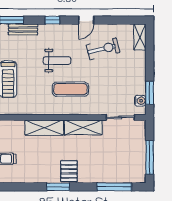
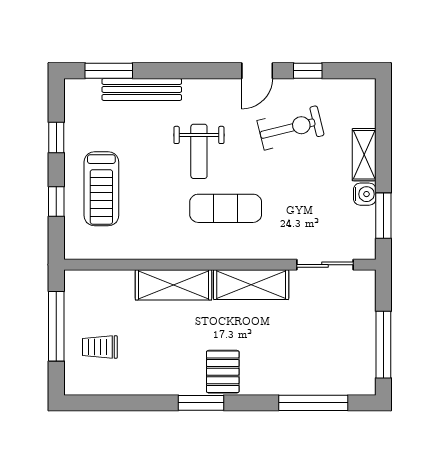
window: (52, 20) -> (308, 71), moved
bench: (23, 29) -> (142, 89), width x1.36
shelving: (140, 37) -> (364, 155), moved
weight bench: (57, 61) -> (199, 151), turned 90
water cooler: (140, 101) -> (365, 194), moved

